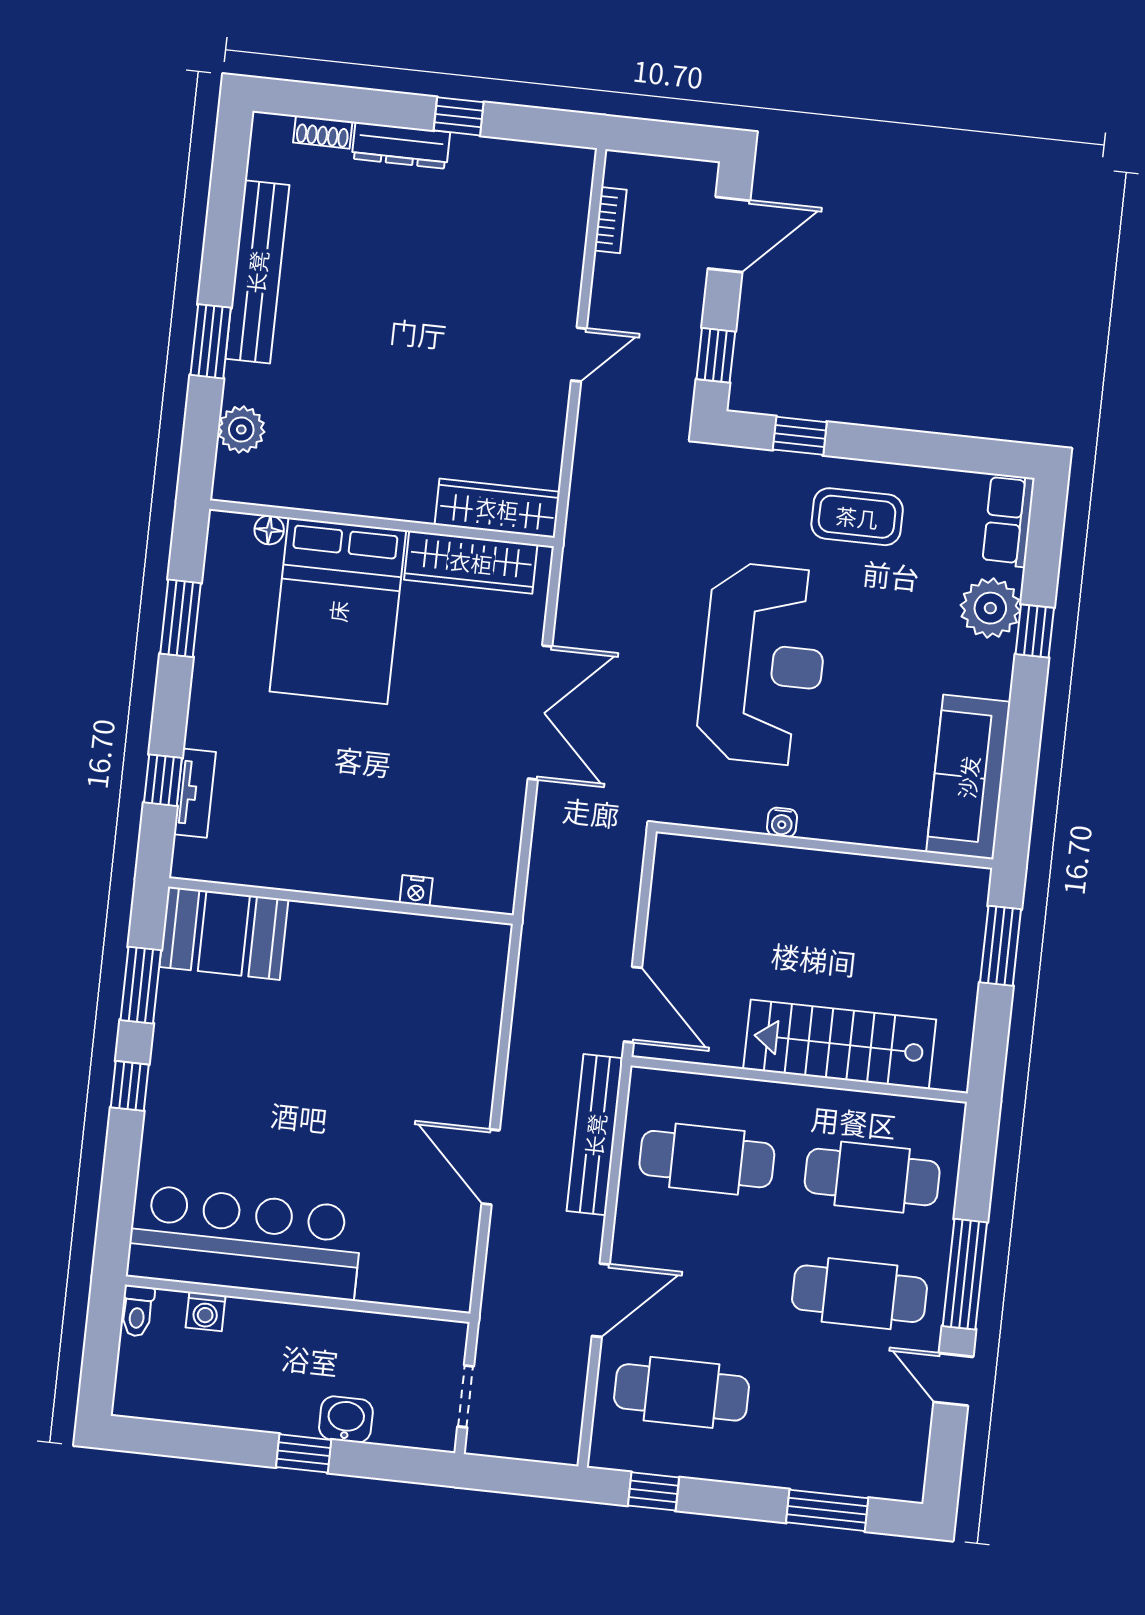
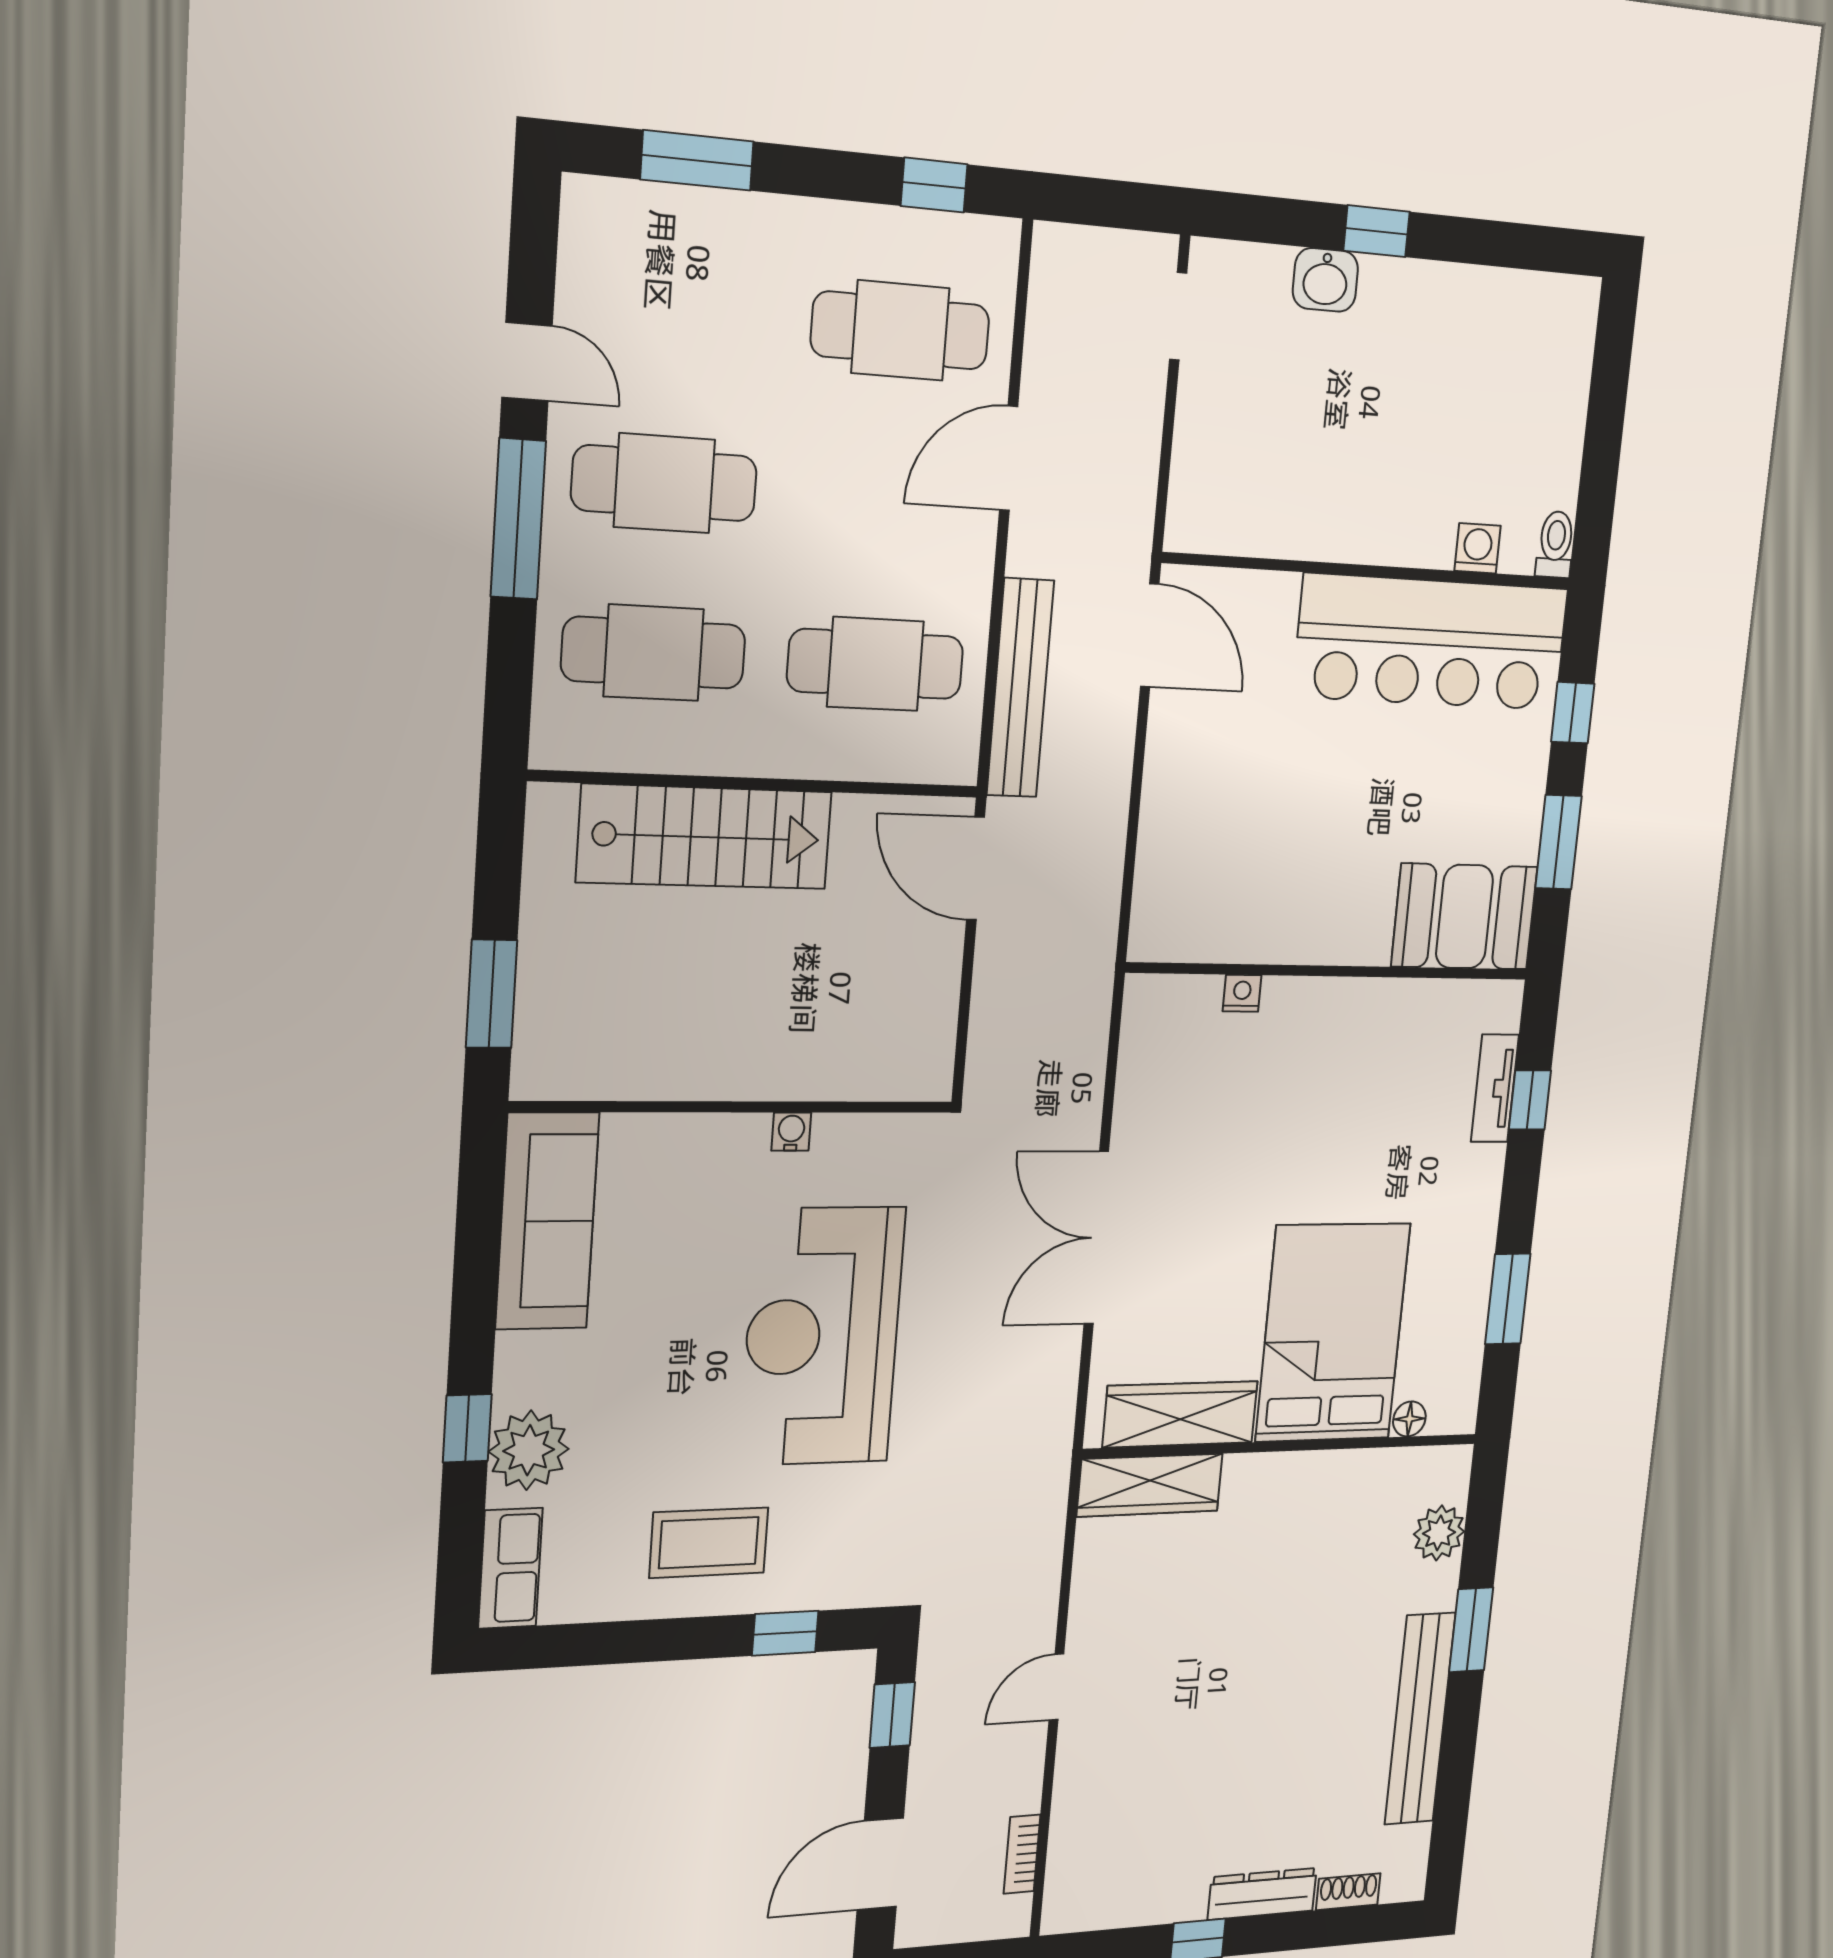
bar counter: (245, 1242) -> (1431, 642), moved
wall: (298, 1299) -> (1370, 571), moved
toilet: (137, 1311) -> (1555, 544), moved
washing machine: (206, 1311) -> (1478, 548), moved

